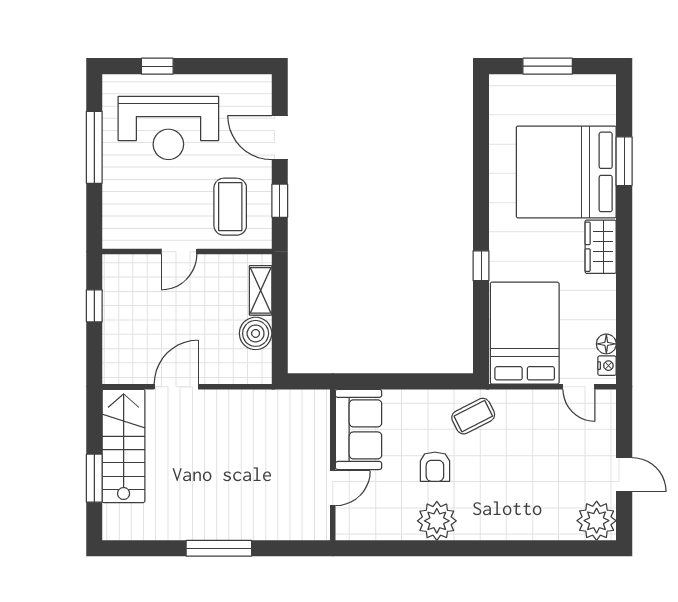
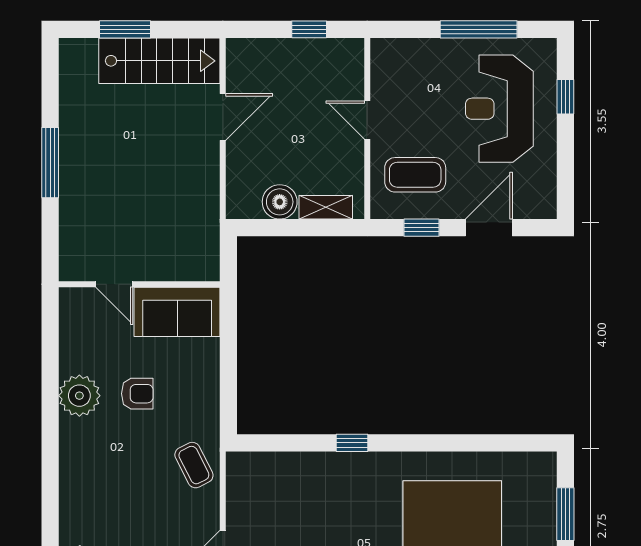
bed: (525, 333) -> (280, 490), removed
door: (176, 387) -> (223, 117), hinge flipped
coffee table: (473, 416) -> (194, 465), moved
armchair: (435, 467) -> (137, 394), turned 180

